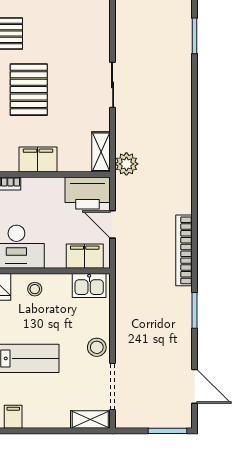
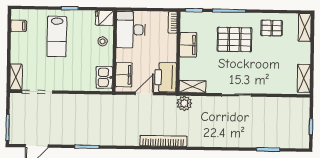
bookcase: (184, 250) -> (163, 141), moved
stool: (97, 347) -> (64, 82), removed

